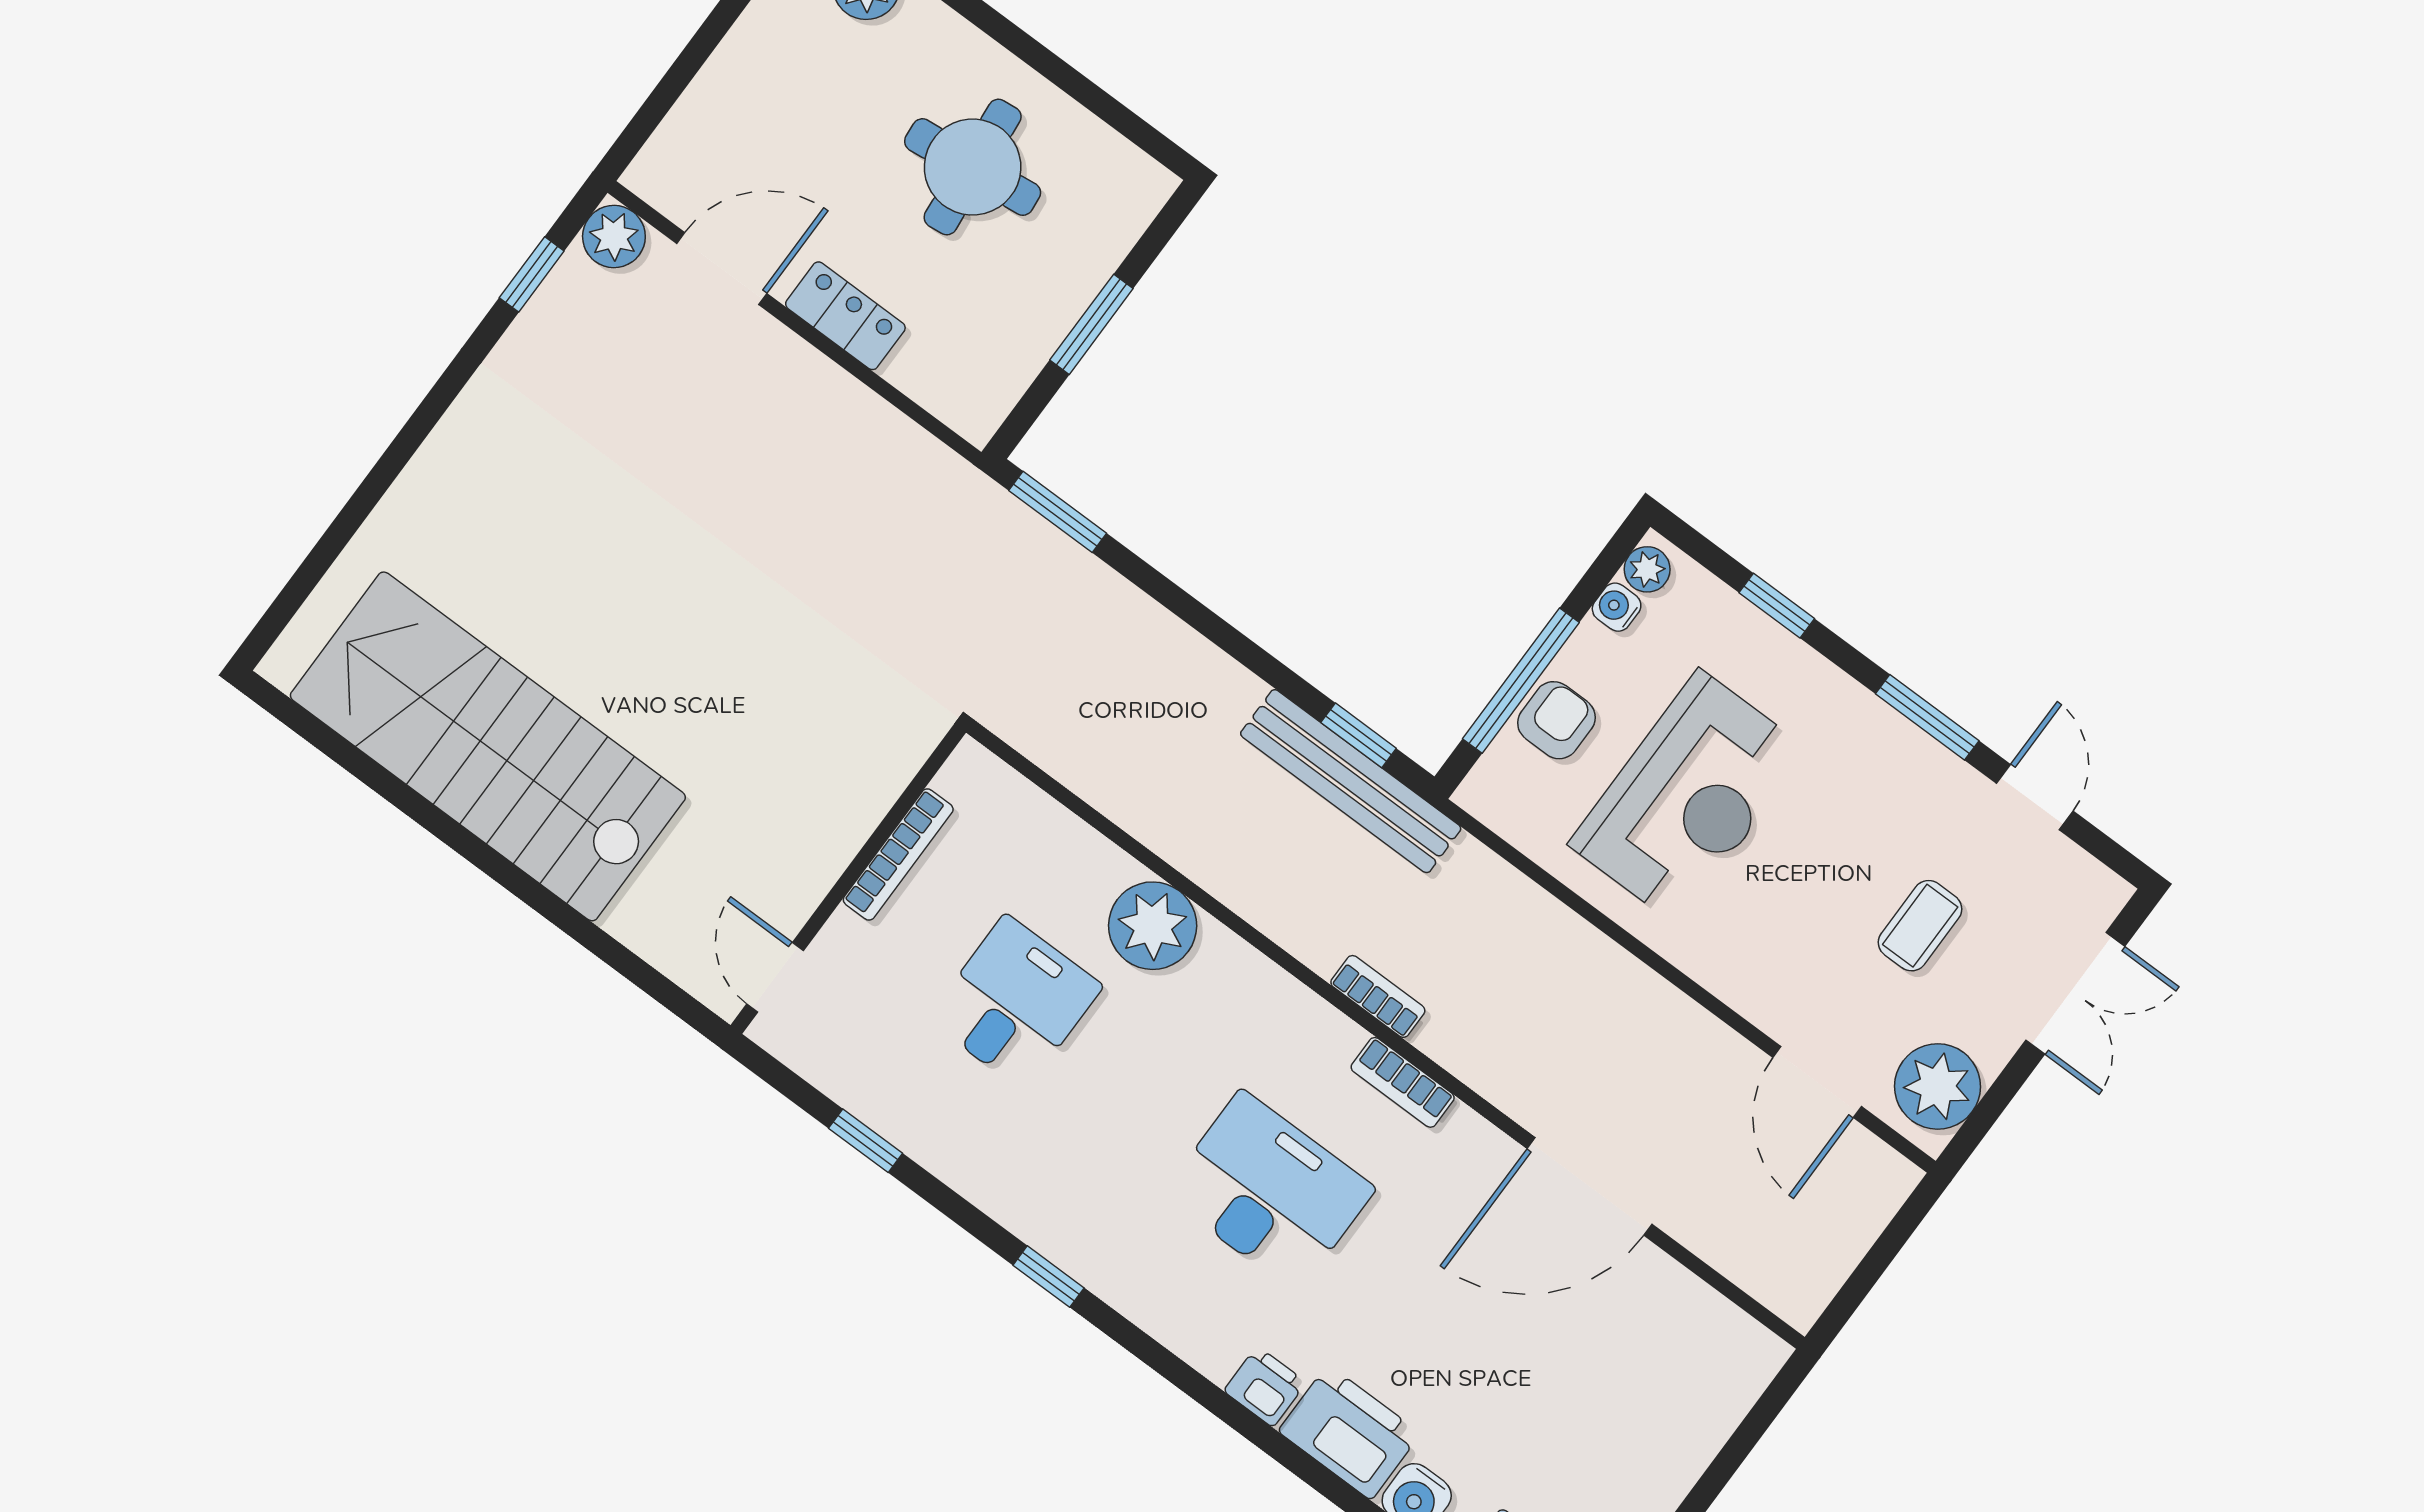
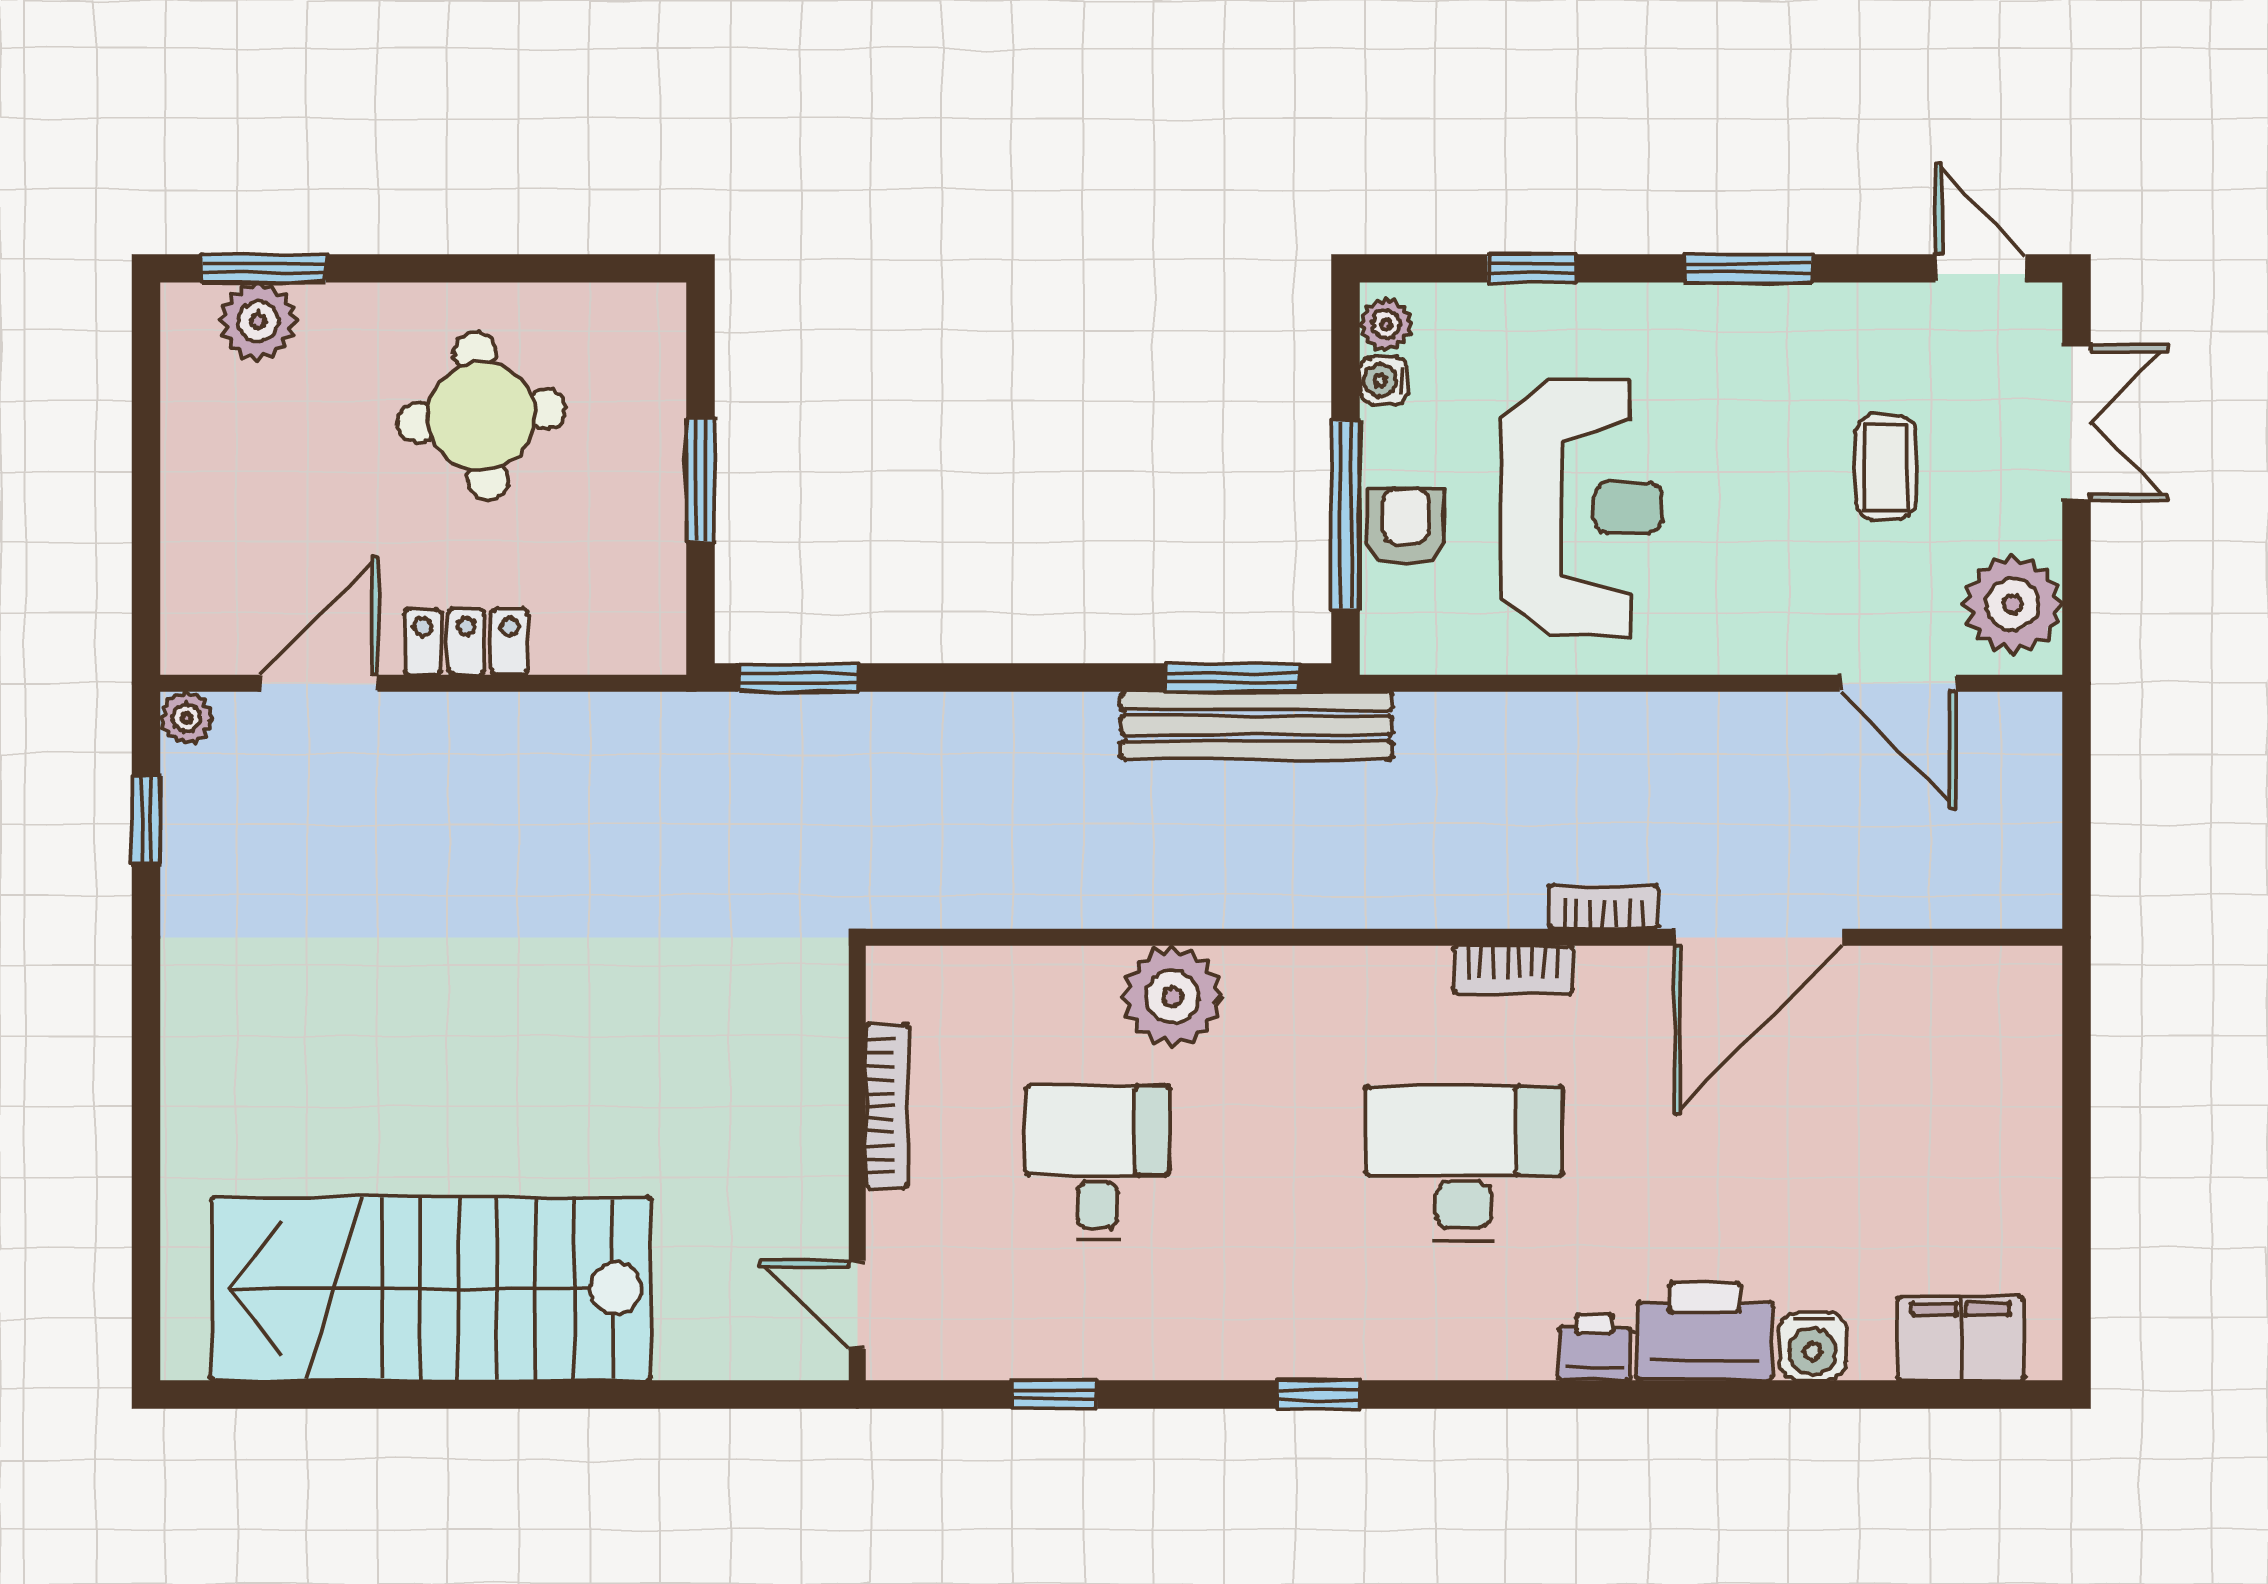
plant: (614, 236) -> (186, 718), width x0.73, depth x0.73
window: (1359, 735) -> (1233, 678), width x1.50
door: (2035, 797) -> (1981, 268), moved
bookcase: (1378, 996) -> (1604, 907), moved

